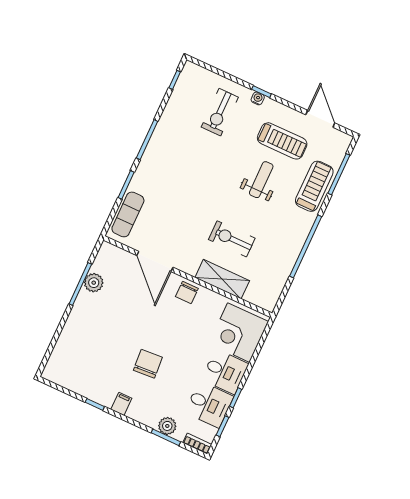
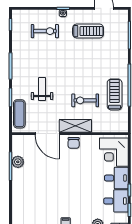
exercise bike: (220, 112) -> (45, 31), turned -90
weight bench: (261, 180) -> (42, 89), moved
treadmill: (314, 186) -> (115, 94), moved
shelving: (222, 279) -> (75, 126), moved
chair: (148, 364) -> (70, 194), removed

